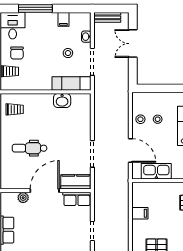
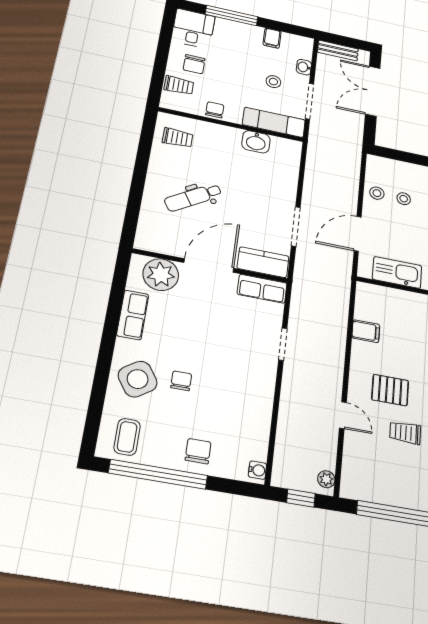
double door: (133, 44) -> (373, 91), width x1.37
chair: (34, 84) -> (215, 110), added
dental chair: (30, 148) -> (193, 197), turned -32
door: (130, 150) -> (358, 234), swing flipped
plant: (23, 198) -> (161, 275), width x1.88, depth x1.88

